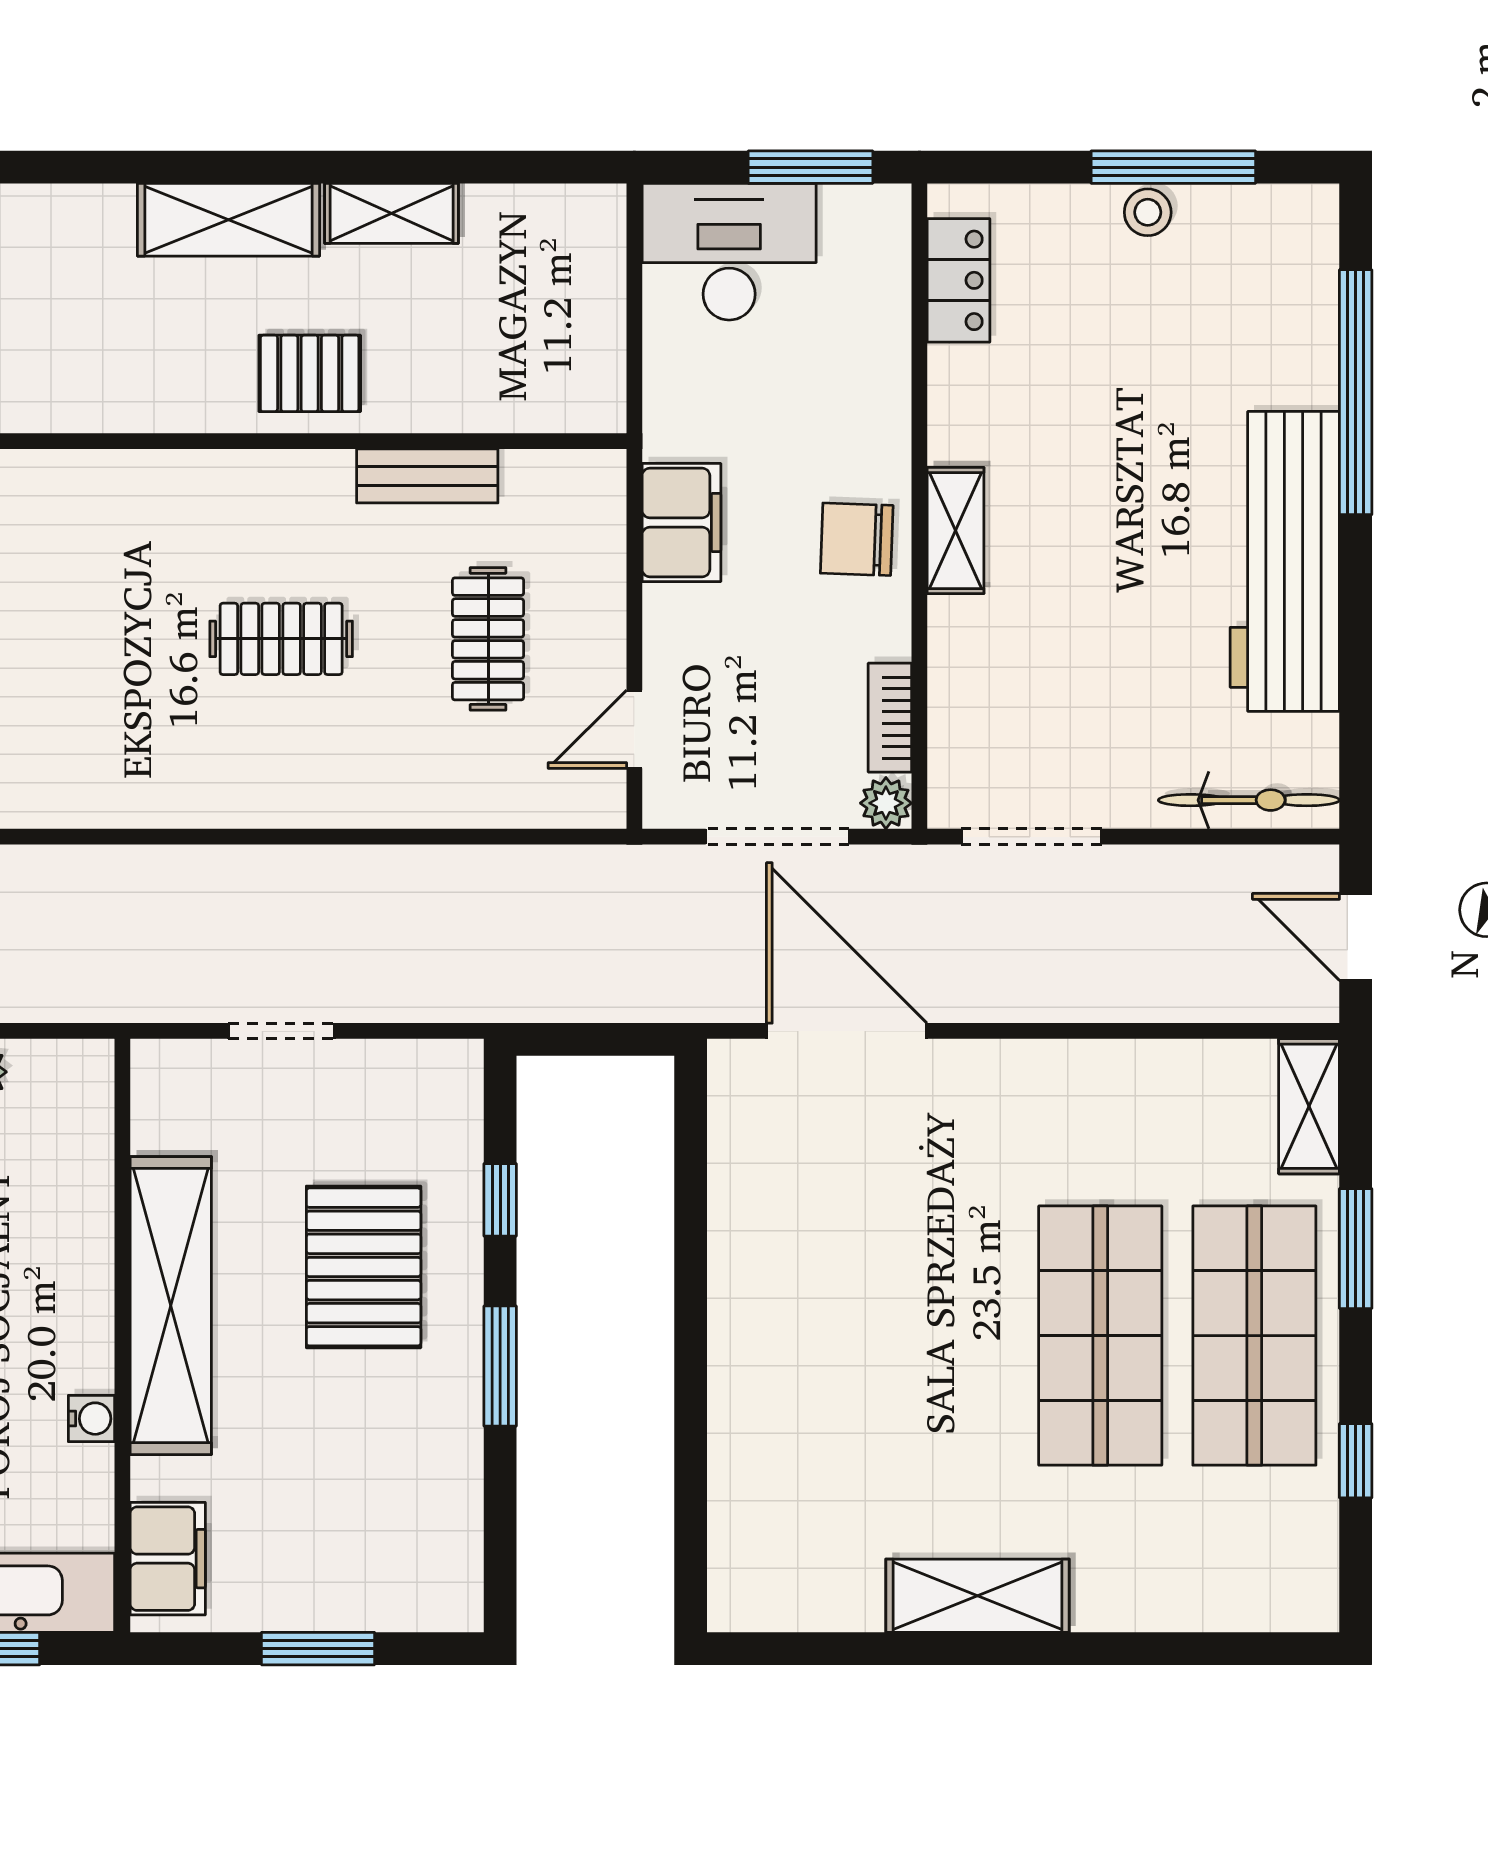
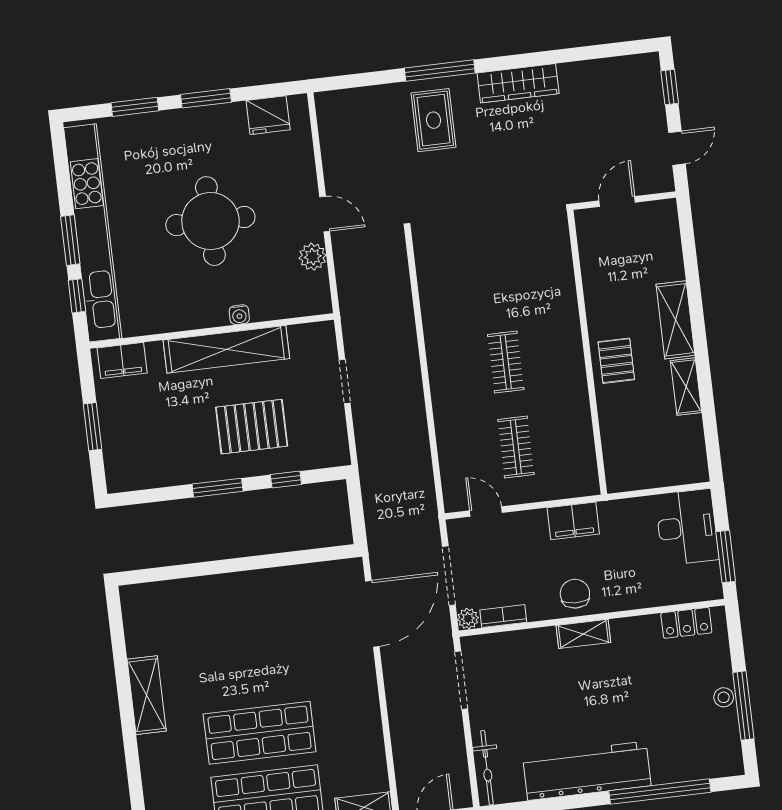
bench: (427, 476) -> (580, 414), removed
clothes rail: (488, 639) -> (516, 447), turned 90
water cooler: (91, 1419) -> (239, 315), moved

